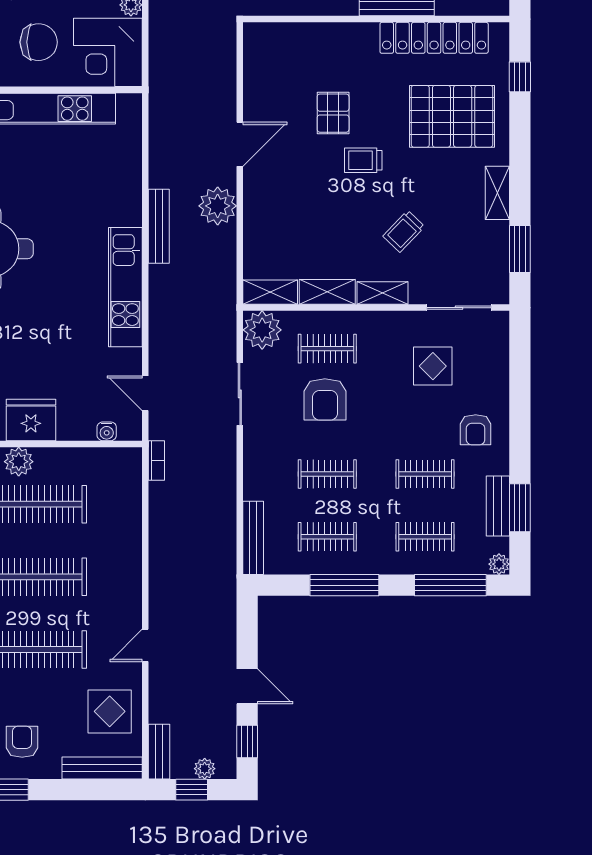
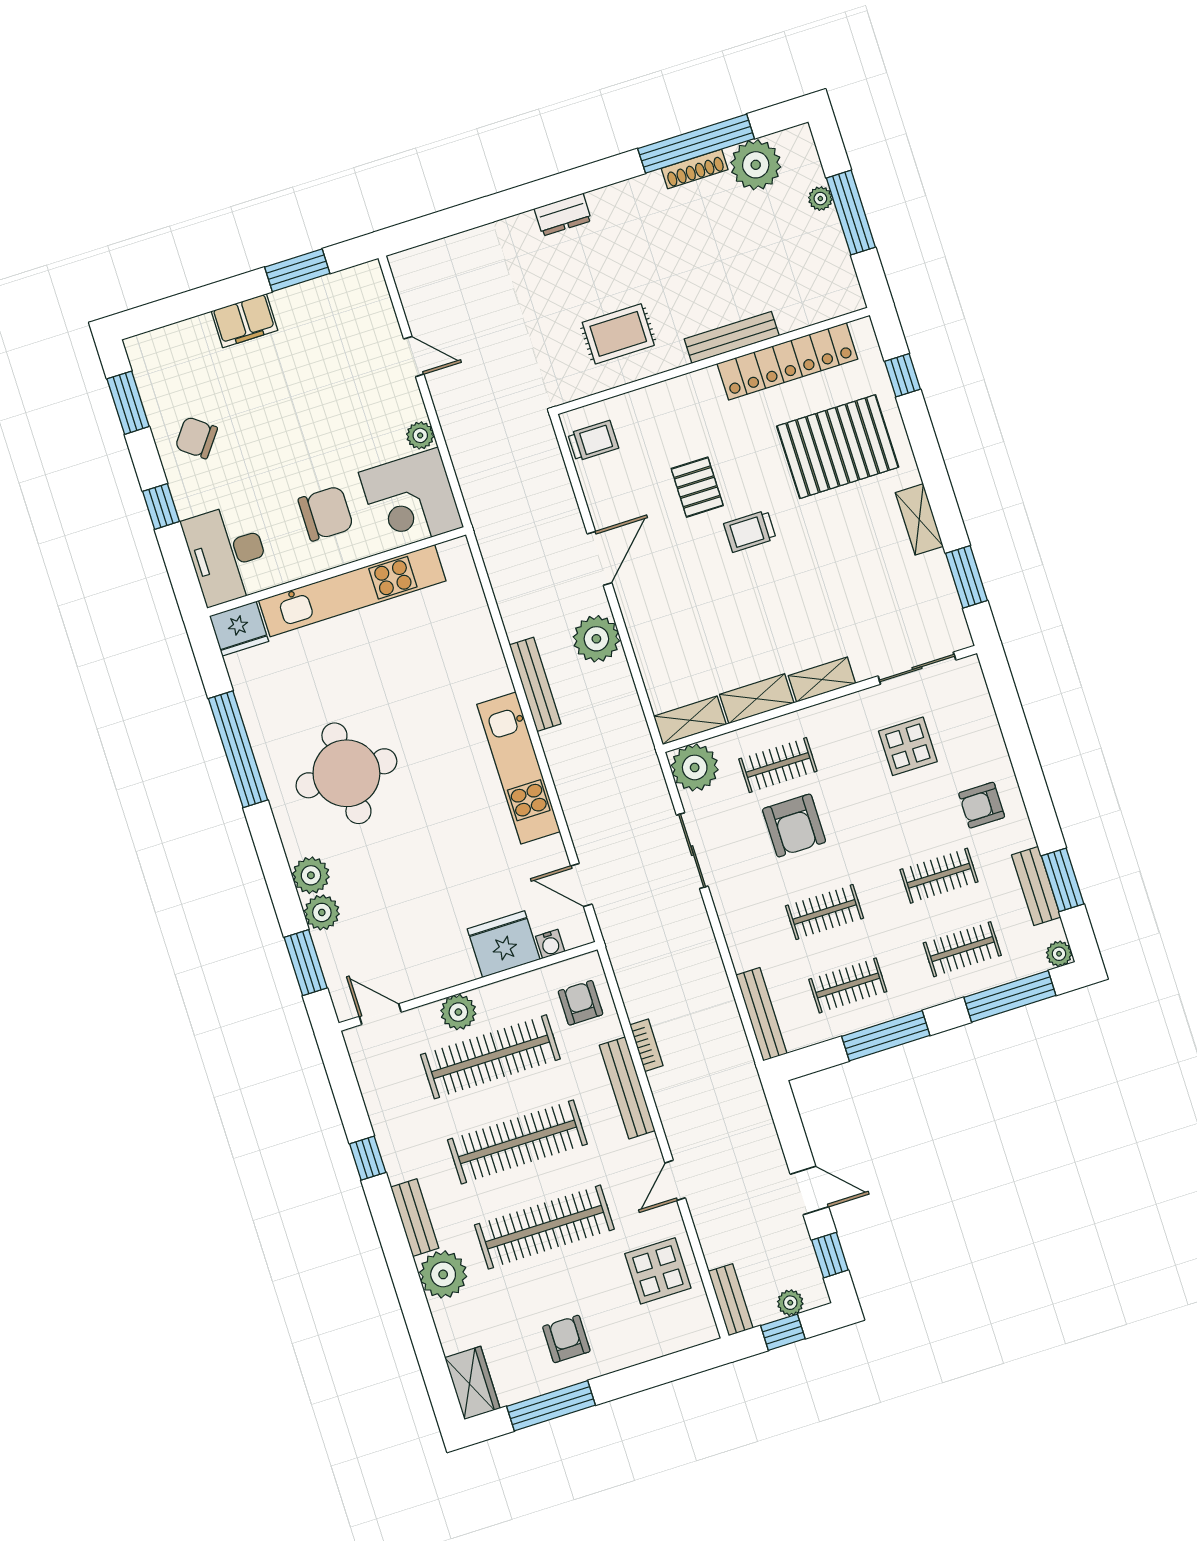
trolley: (404, 231) -> (593, 441), moved, turned -134
fridge: (31, 420) -> (504, 944), moved
armchair: (476, 430) -> (982, 805), turned 90
bookcase: (156, 461) -> (646, 1045), moved
armchair: (116, 484) -> (580, 1003), added
bench: (102, 768) -> (627, 1088), moved, turned 90

